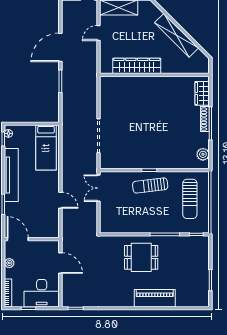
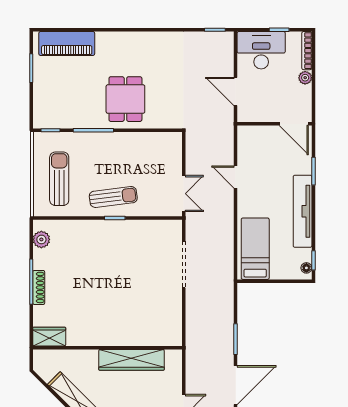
wardrobe: (202, 93) -> (49, 337), moved, turned -90
dining table: (141, 257) -> (125, 99), turned 90
plant: (9, 263) -> (305, 78), moved
piano: (155, 298) -> (67, 43), moved

